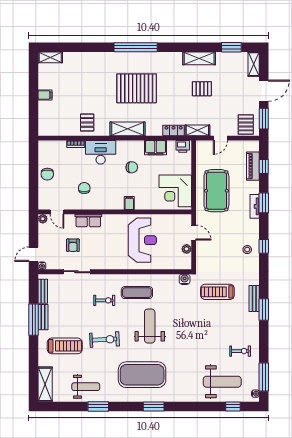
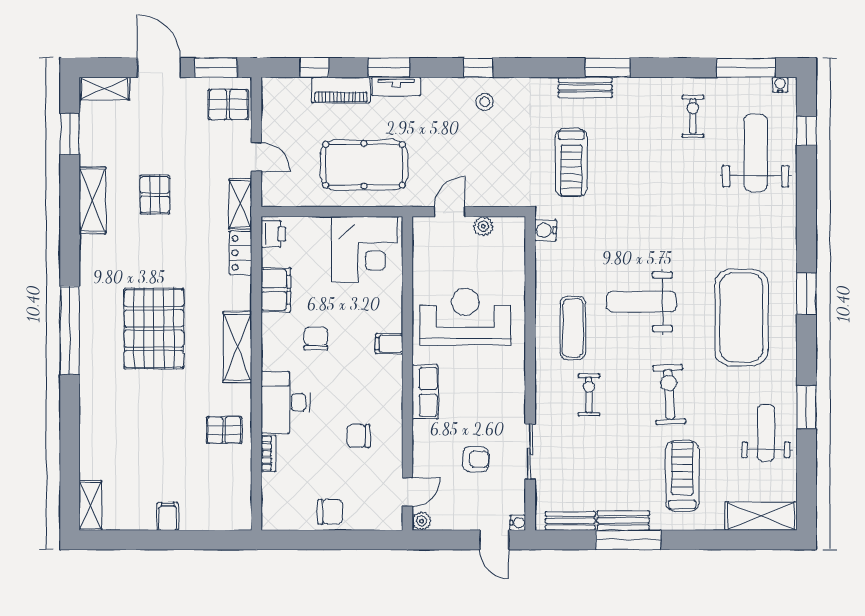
piano: (253, 166) -> (341, 90), moved
row of seats: (88, 221) -> (425, 392), moved

